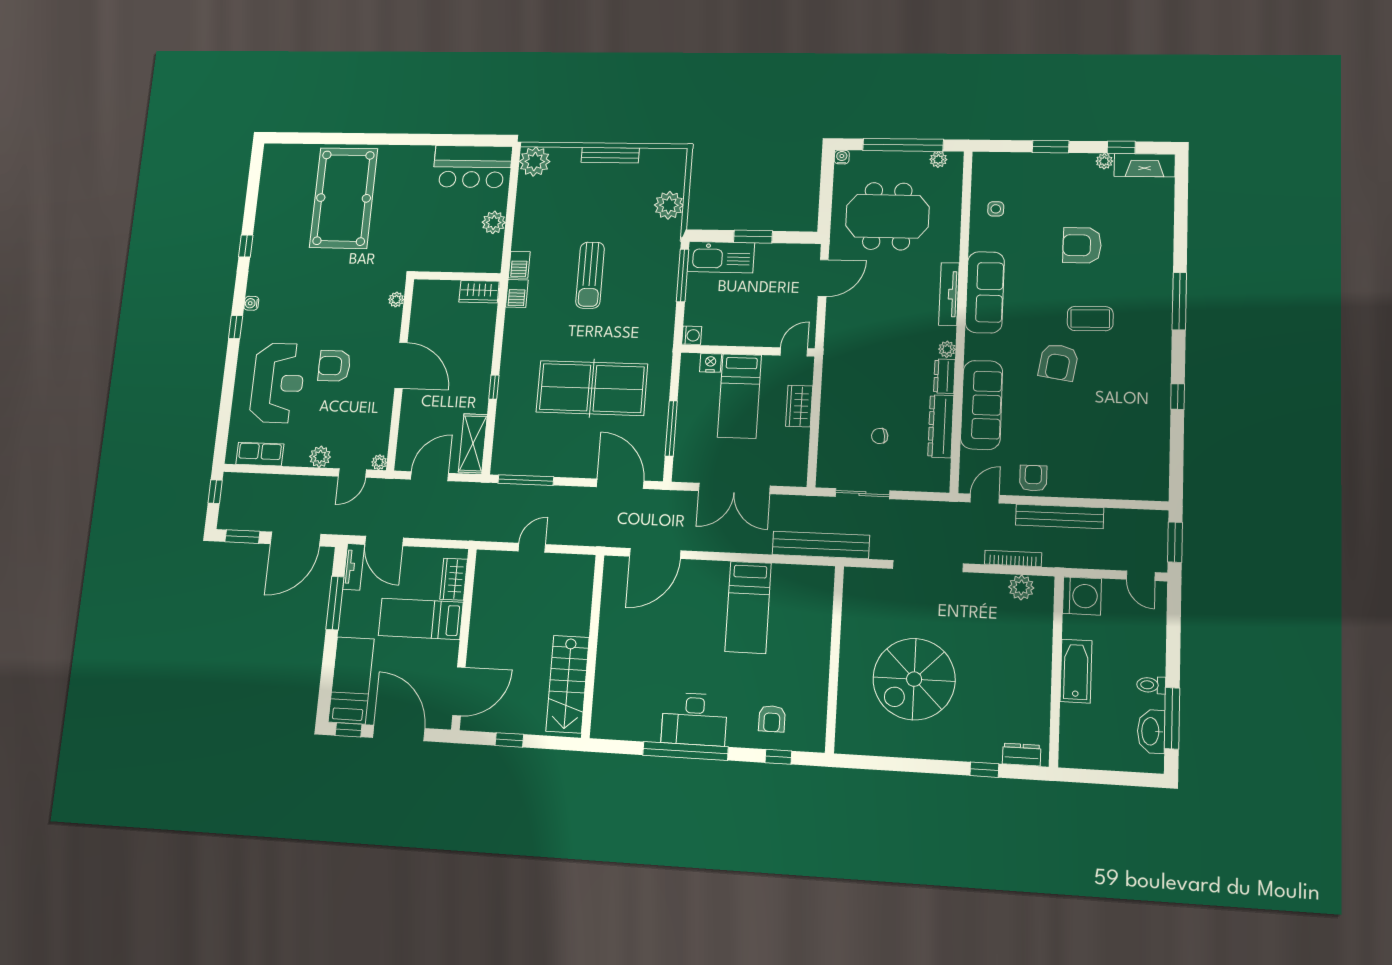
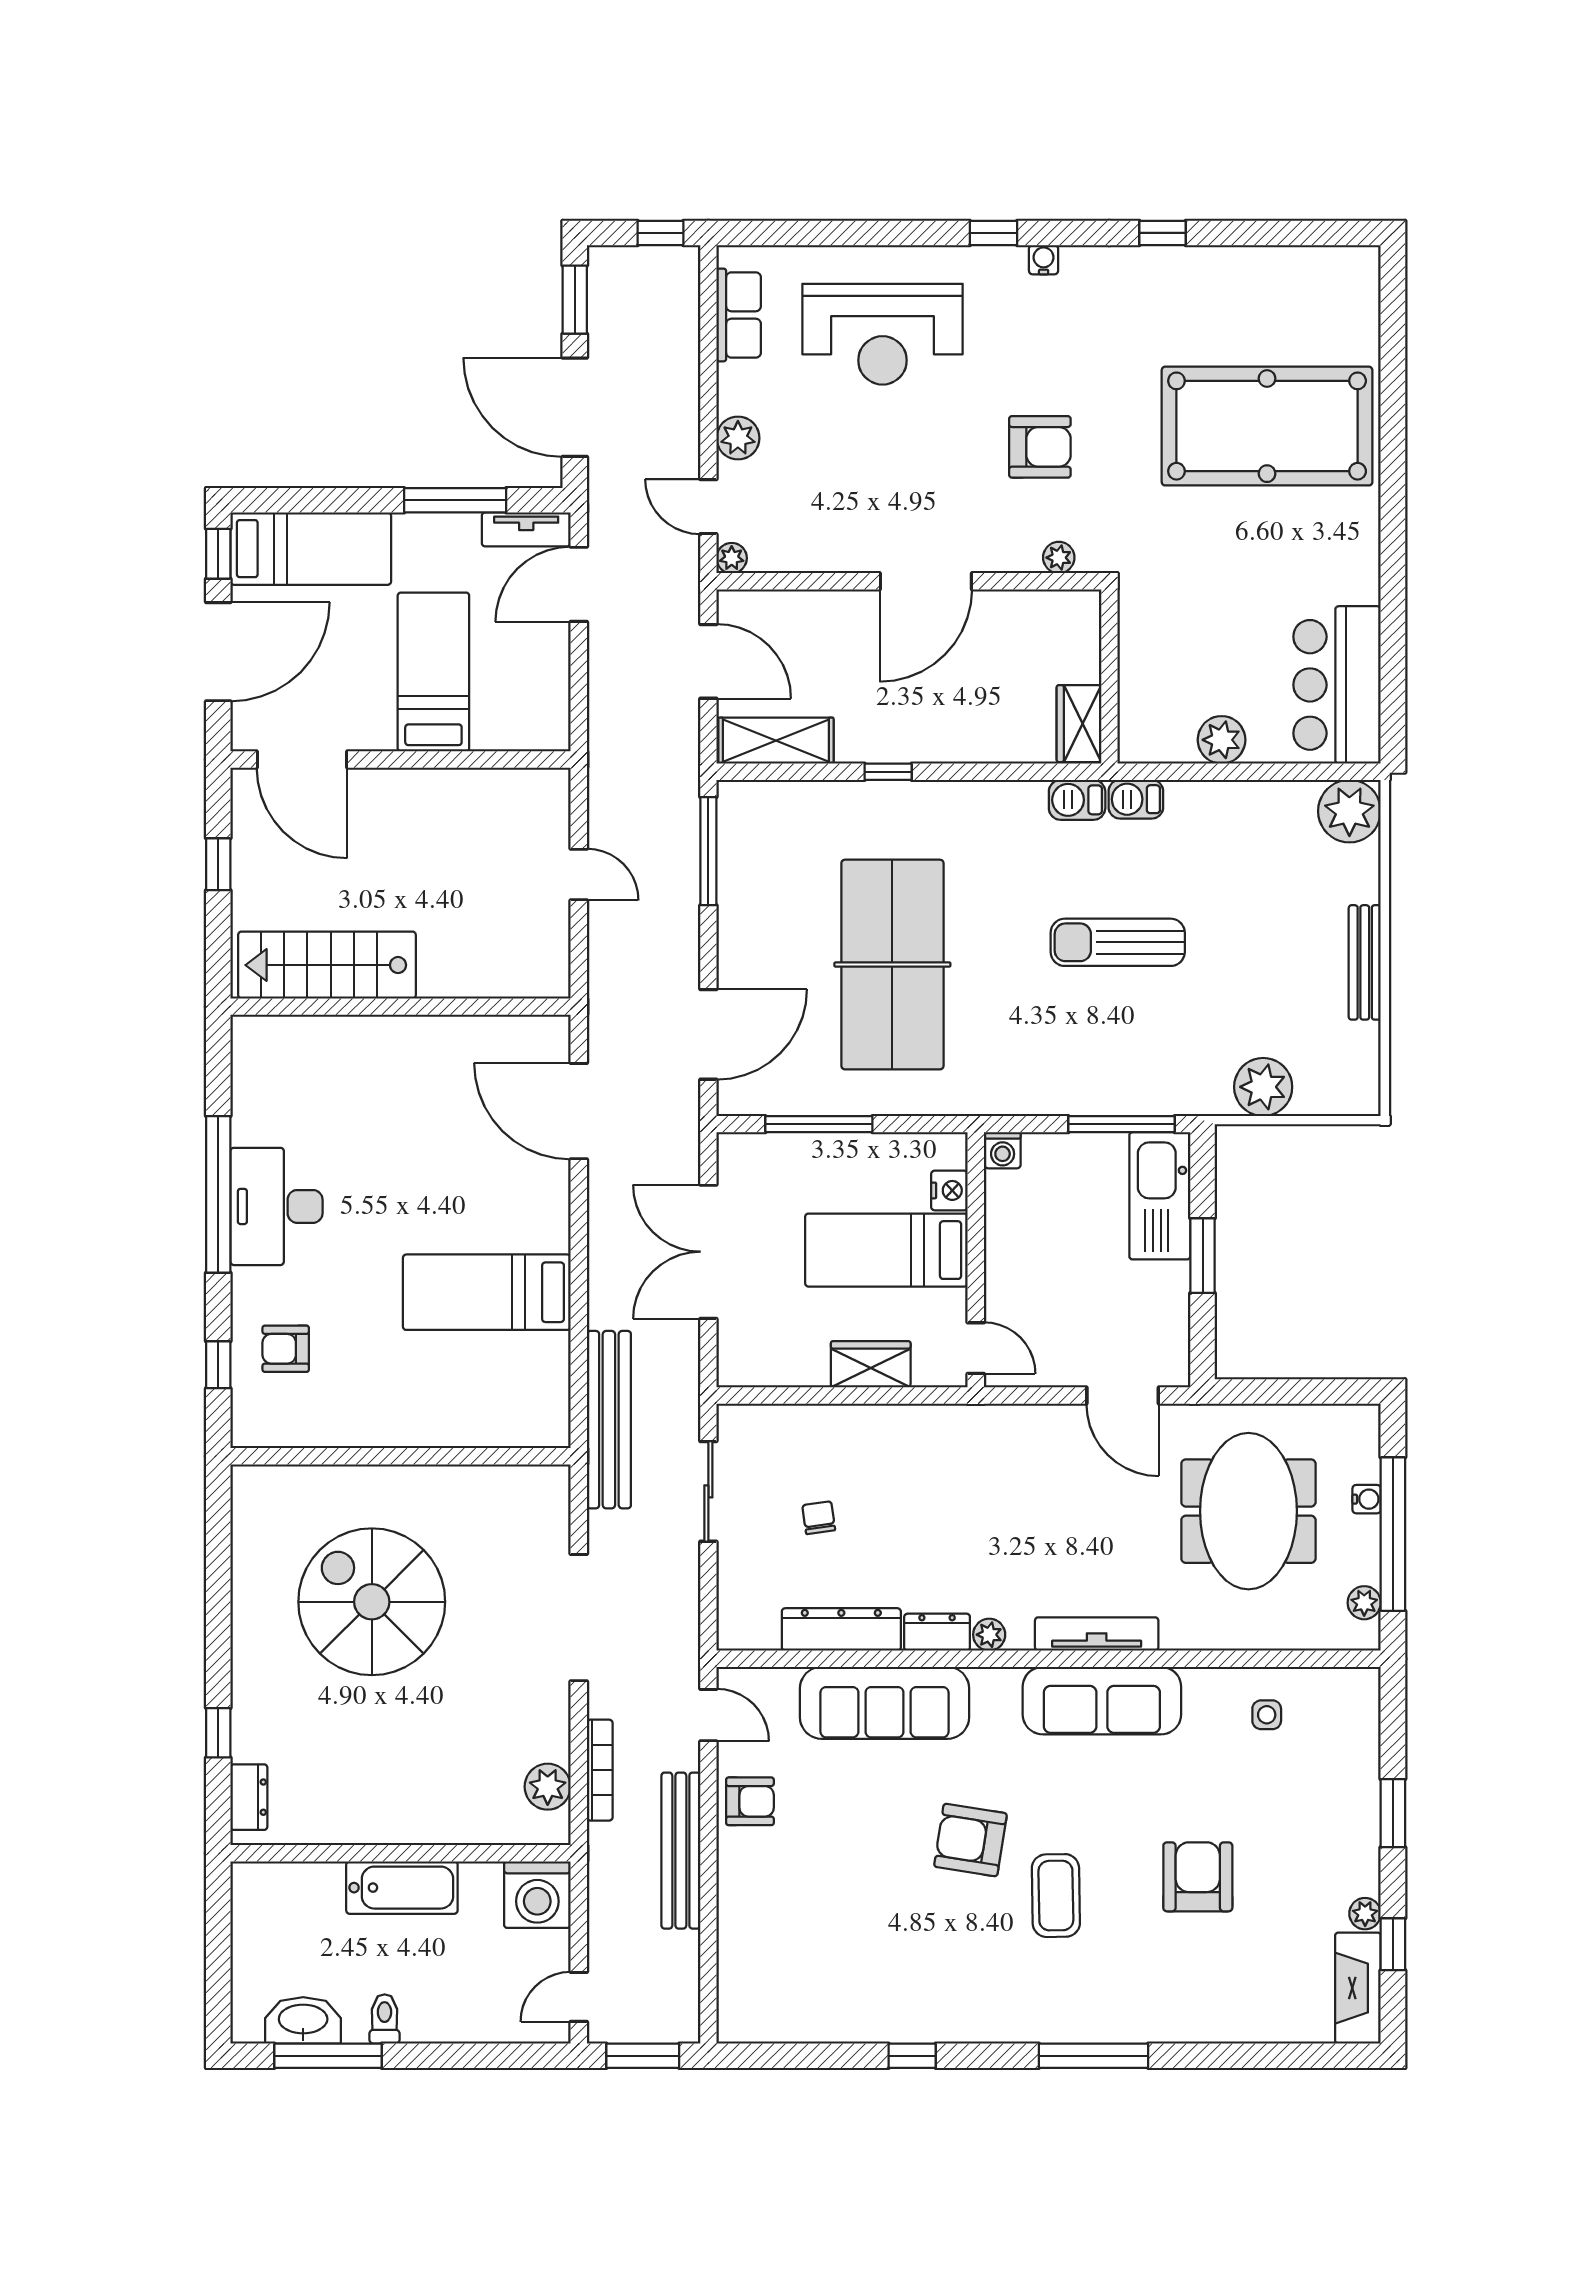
water cooler: (842, 157) -> (1367, 1499), moved
armchair: (334, 366) -> (1040, 447), moved, turned 90
wardrobe: (454, 579) -> (512, 729), removed

